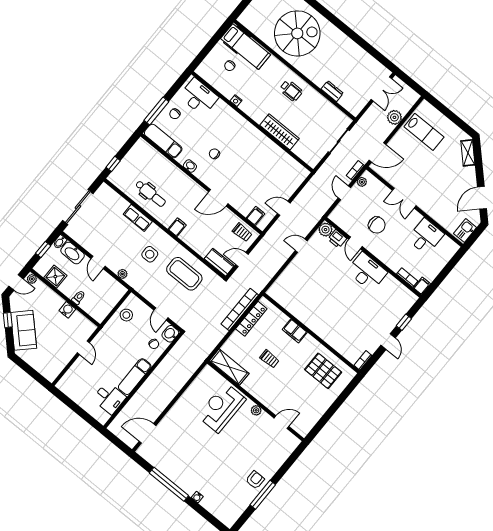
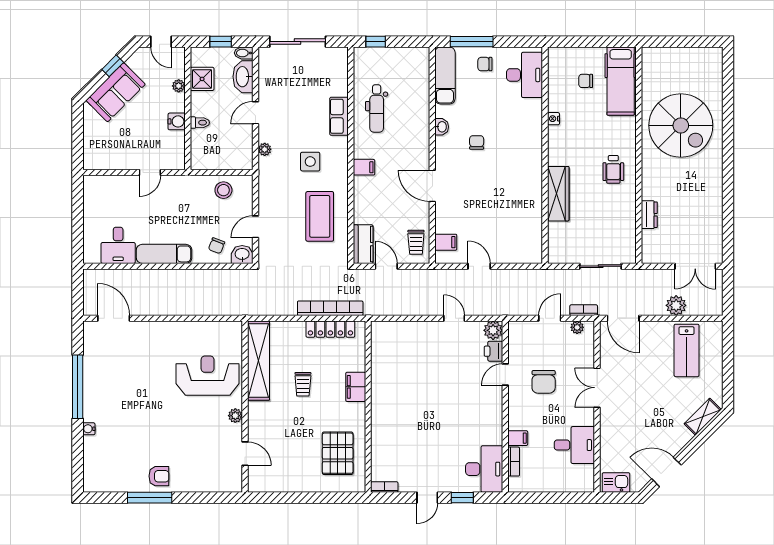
desk: (367, 272) -> (484, 469), moved
plant: (32, 279) -> (179, 86), moved
filing cabinet: (422, 286) -> (518, 438), moved
shelving: (229, 367) -> (258, 361), width x1.47

